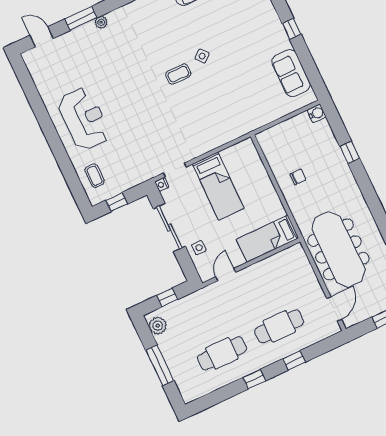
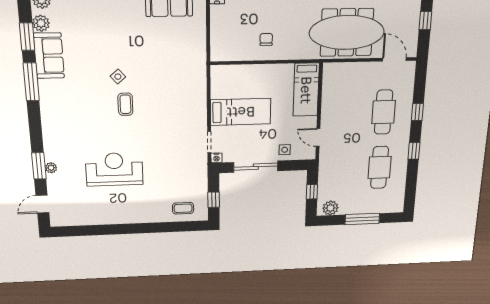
plant: (101, 22) -> (51, 168), moved
reception desk: (84, 119) -> (114, 169), moved

